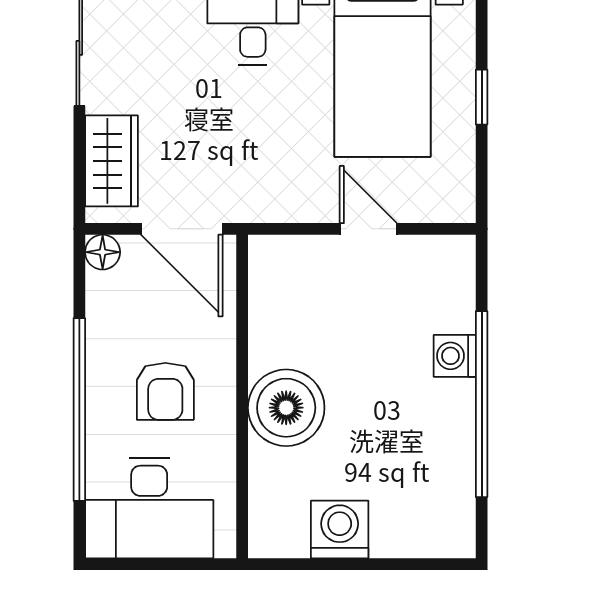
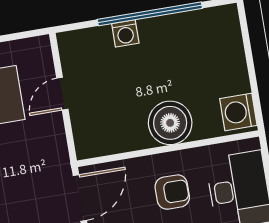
washing machine: (340, 529) -> (238, 112), moved

